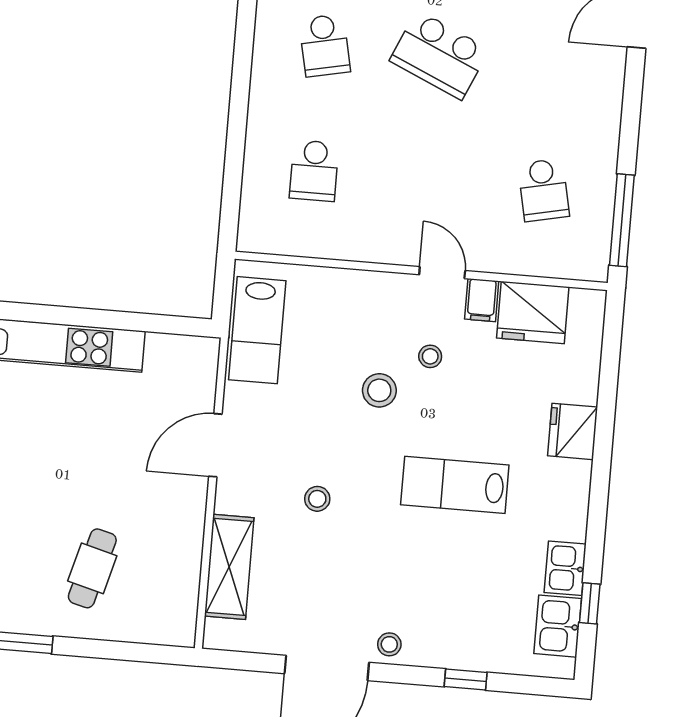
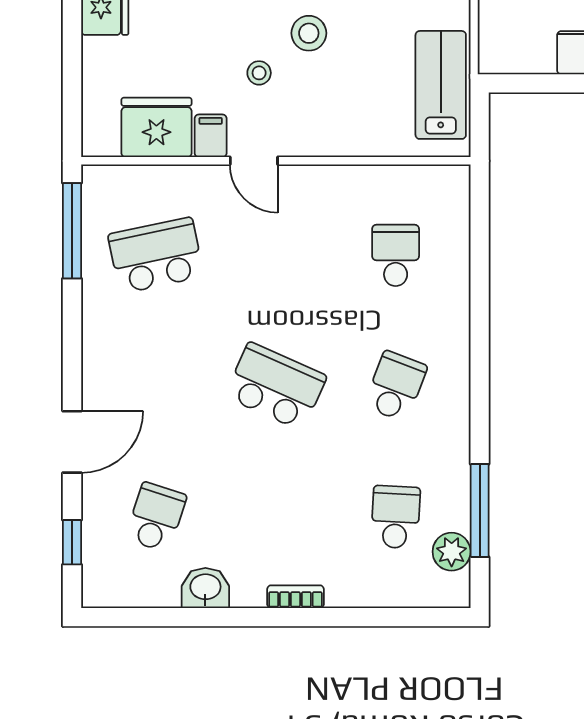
school desk: (325, 45) -> (396, 386), turned 33
school desk: (544, 190) -> (156, 255), width x1.85

